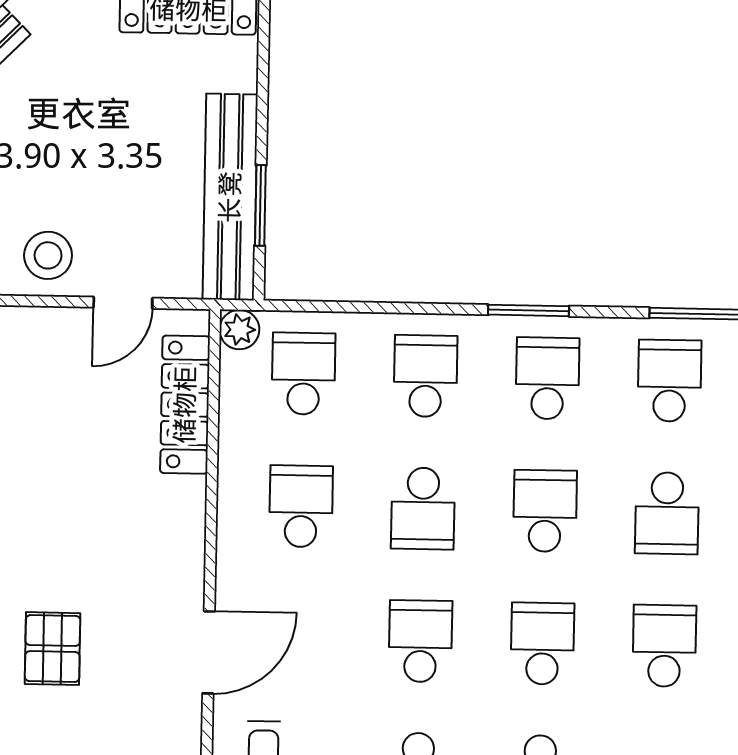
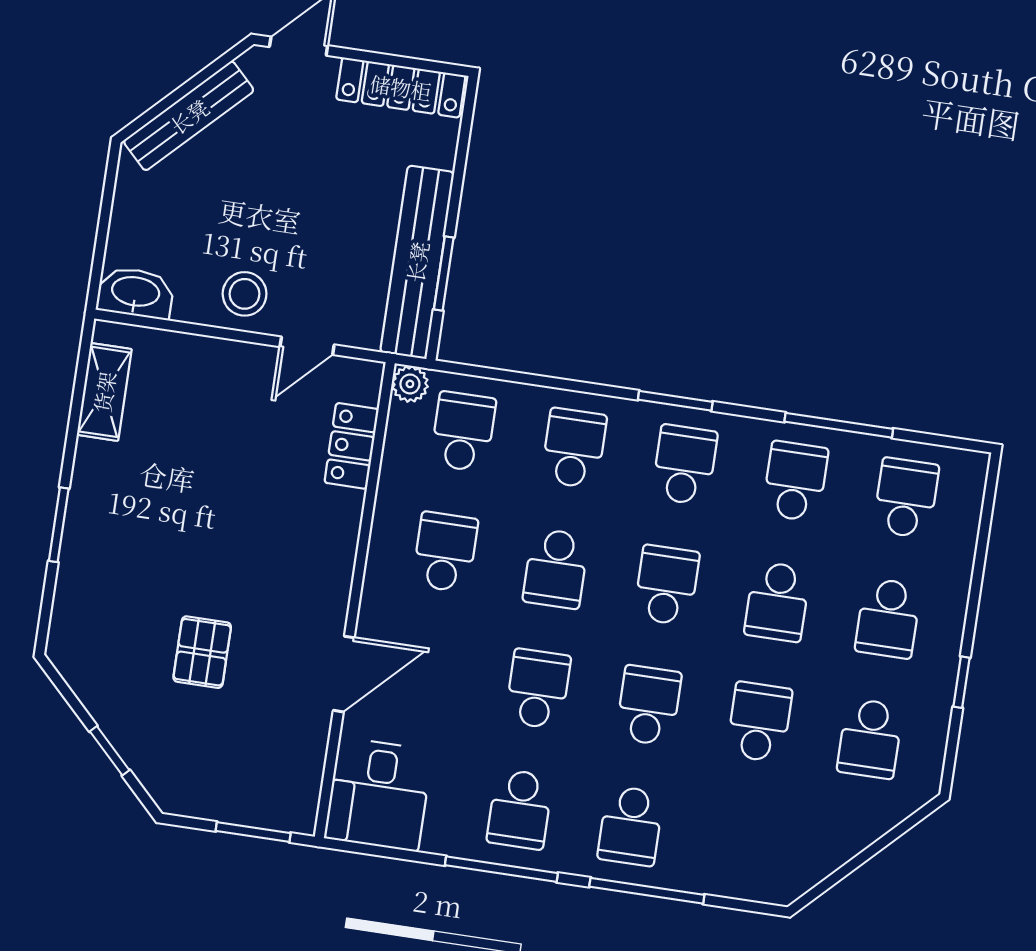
locker: (185, 405) -> (352, 446), width x0.66

